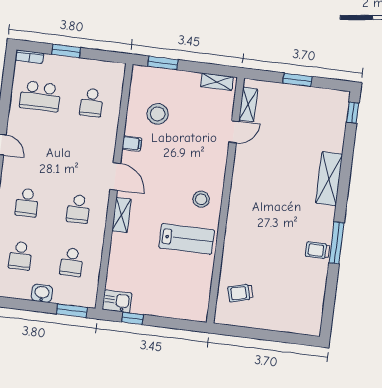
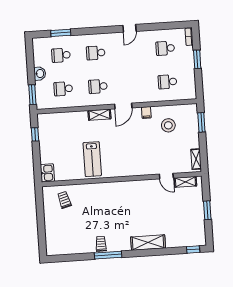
school desk: (40, 96) -> (165, 48), width x0.54
stool: (201, 199) -> (119, 164), removed
kitchen sink: (117, 301) -> (47, 173), moved

